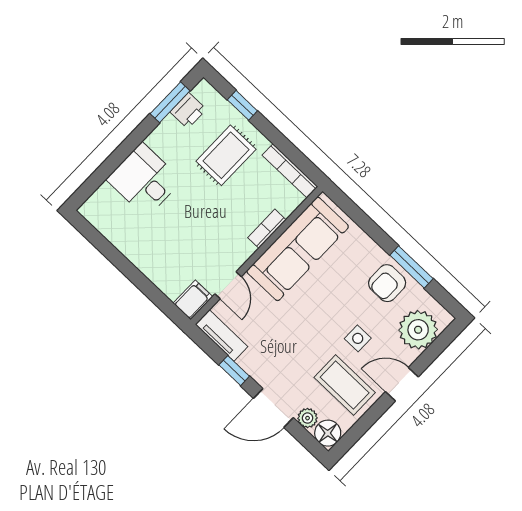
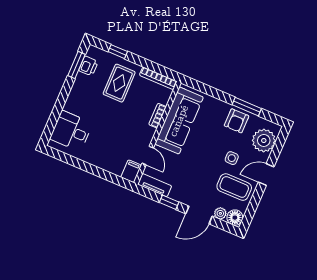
desk: (144, 180) -> (71, 131), moved

